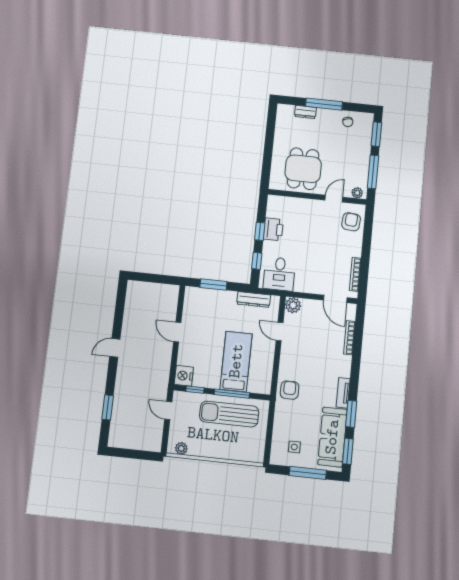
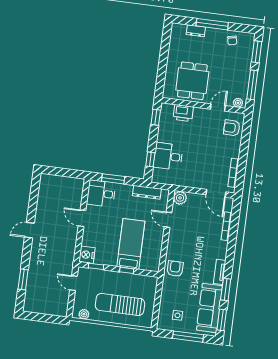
armchair: (351, 222) -> (232, 128), turned -95
printer: (273, 229) -> (183, 113), moved, turned 90
window: (260, 231) -> (156, 117), moved
desk: (279, 274) -> (168, 156), moved, turned 90
desk: (199, 302) -> (101, 193), added
window: (232, 394) -> (127, 270), width x0.46
sun lounger: (229, 414) -> (120, 304), moved

